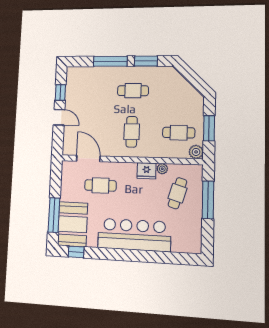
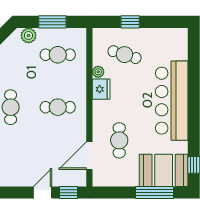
window: (60, 93) -> (68, 193), moved
cafe table: (179, 133) -> (58, 55), turned 90
plant: (196, 152) -> (29, 35), moved
window: (208, 200) -> (130, 22), width x0.46

